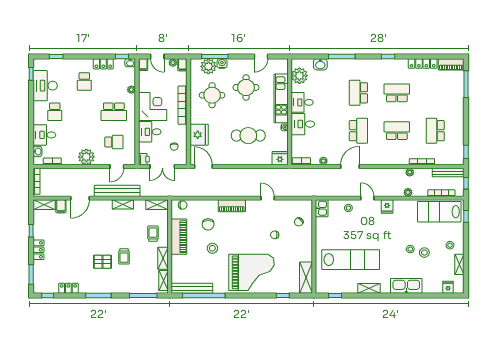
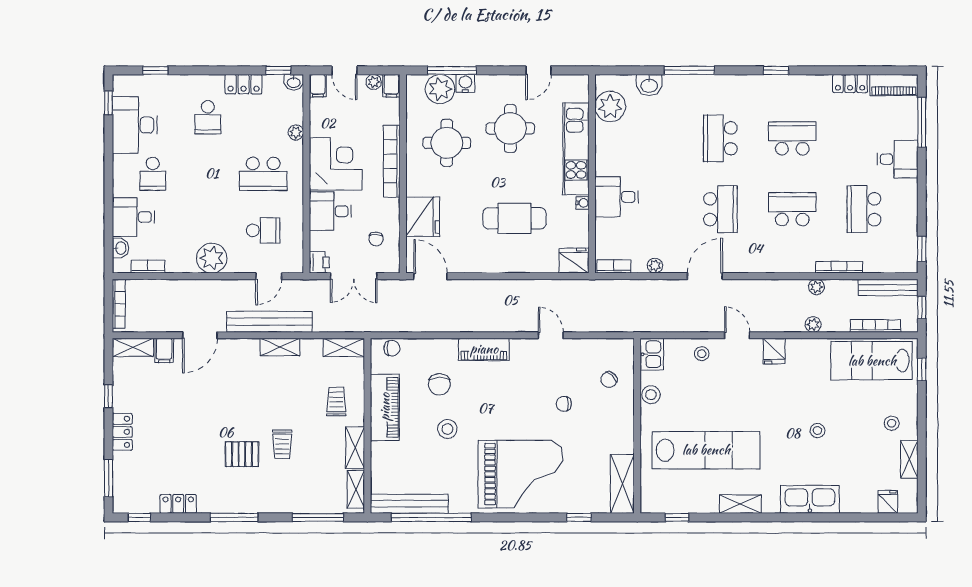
locker: (423, 63) -> (850, 84), width x0.66
desk: (302, 102) -> (897, 159), moved, turned 180
stool: (424, 253) -> (651, 395), moved

